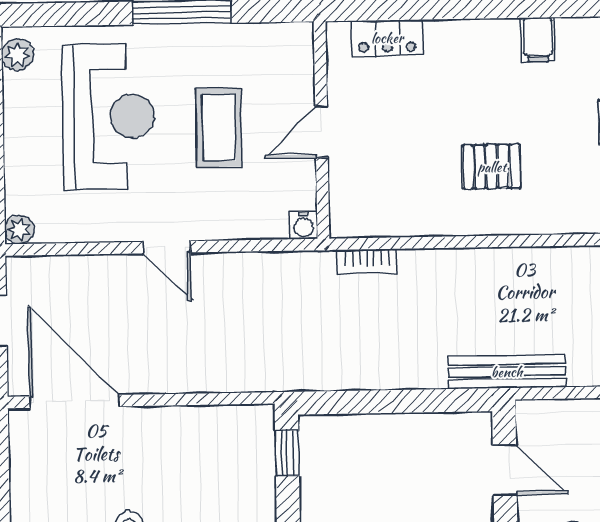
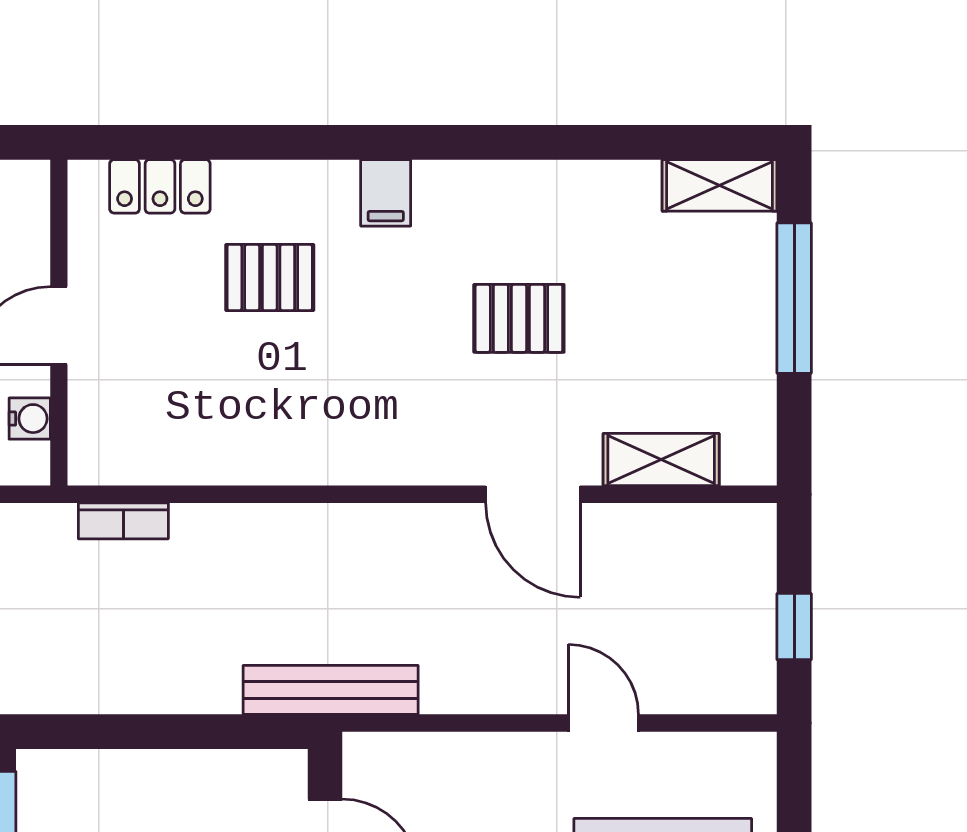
pallet: (492, 167) -> (270, 278), moved
water cooler: (304, 225) -> (30, 419), moved, turned -90

